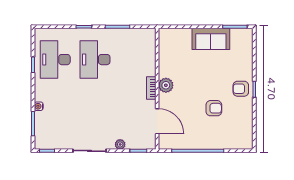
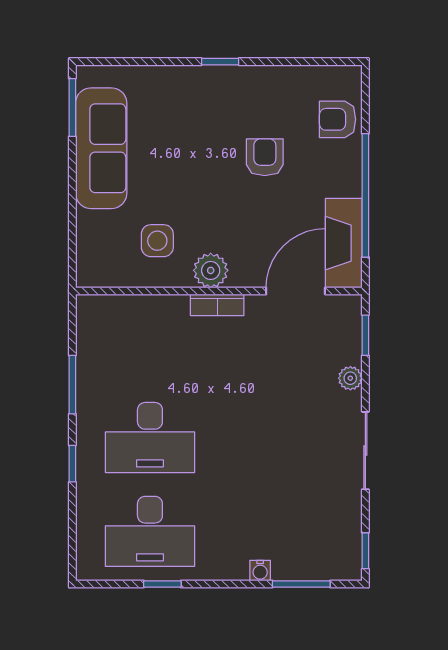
sofa: (211, 39) -> (101, 148), width x1.36
side table: (178, 63) -> (157, 241), added
armchair: (241, 89) -> (338, 119), moved, turned 90
fireplace: (177, 142) -> (344, 243), added

